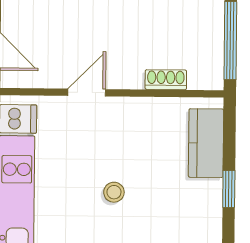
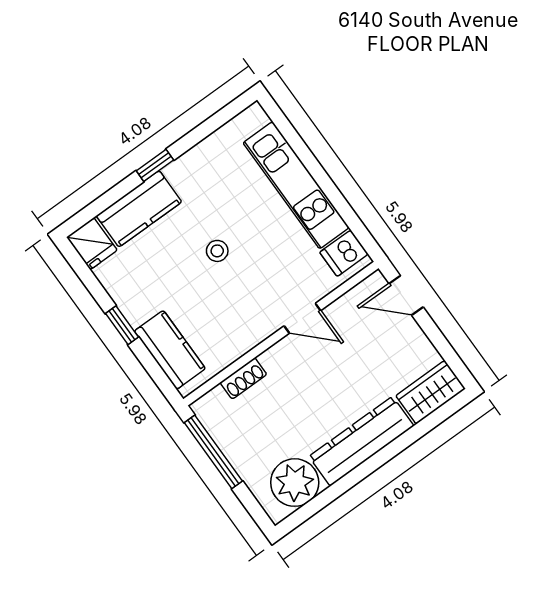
door: (87, 93) -> (302, 318), hinge flipped

